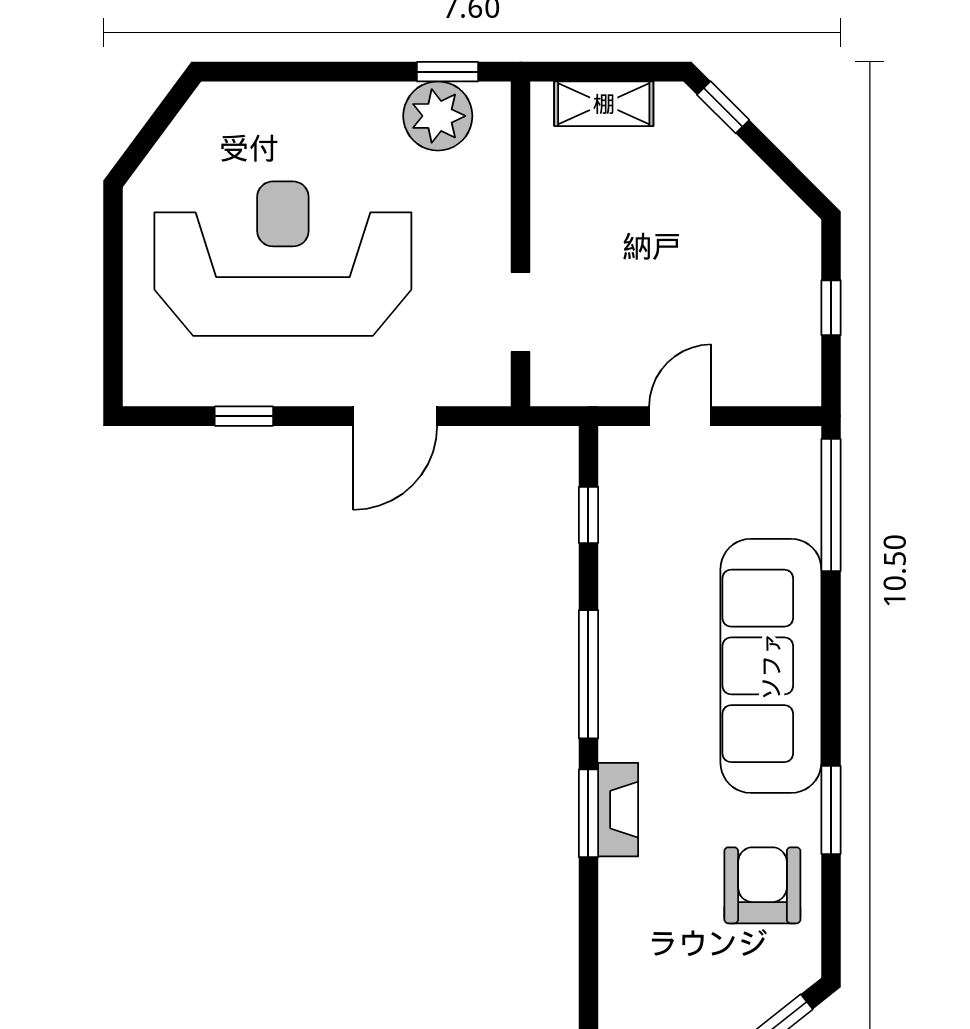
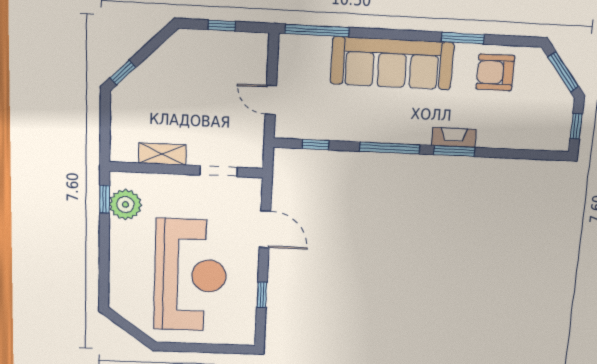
shelving: (604, 104) -> (162, 154), moved, turned 90
reception desk: (283, 259) -> (190, 275), turned 180

